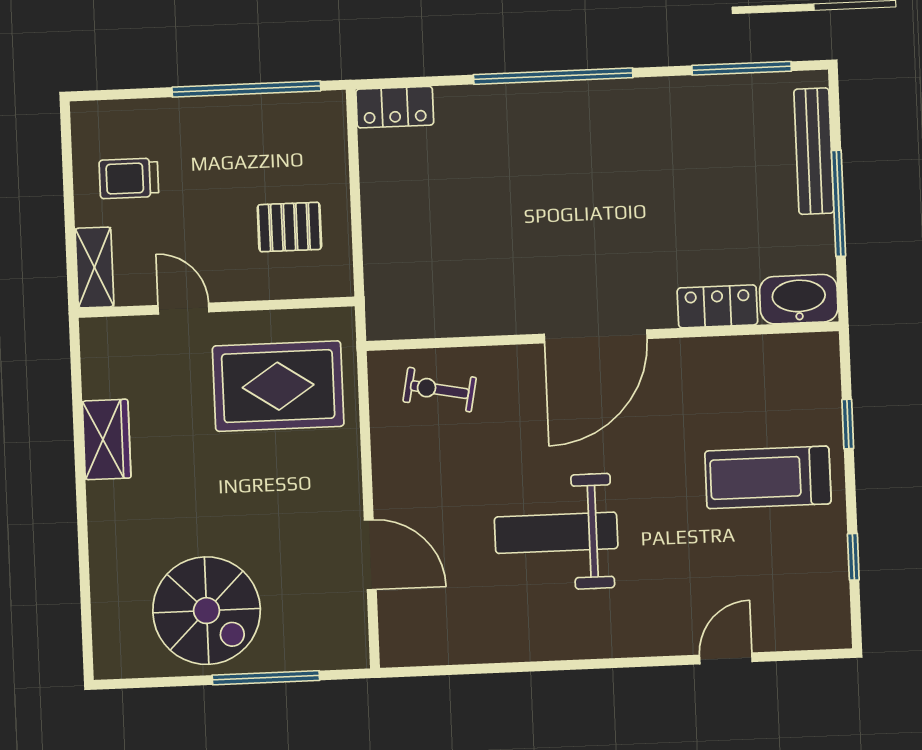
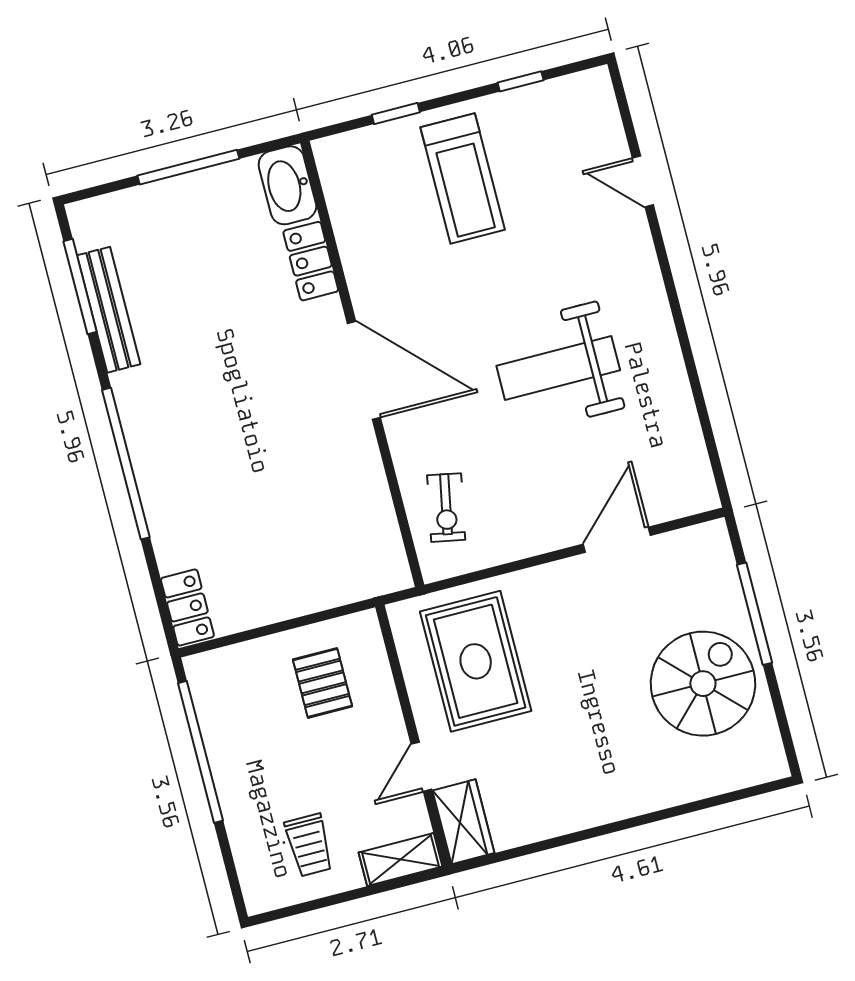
bench: (814, 151) -> (109, 310), moved, turned 90
wardrobe: (107, 439) -> (463, 822), moved, turned 90
weight bench: (556, 533) -> (558, 368), turned 90

